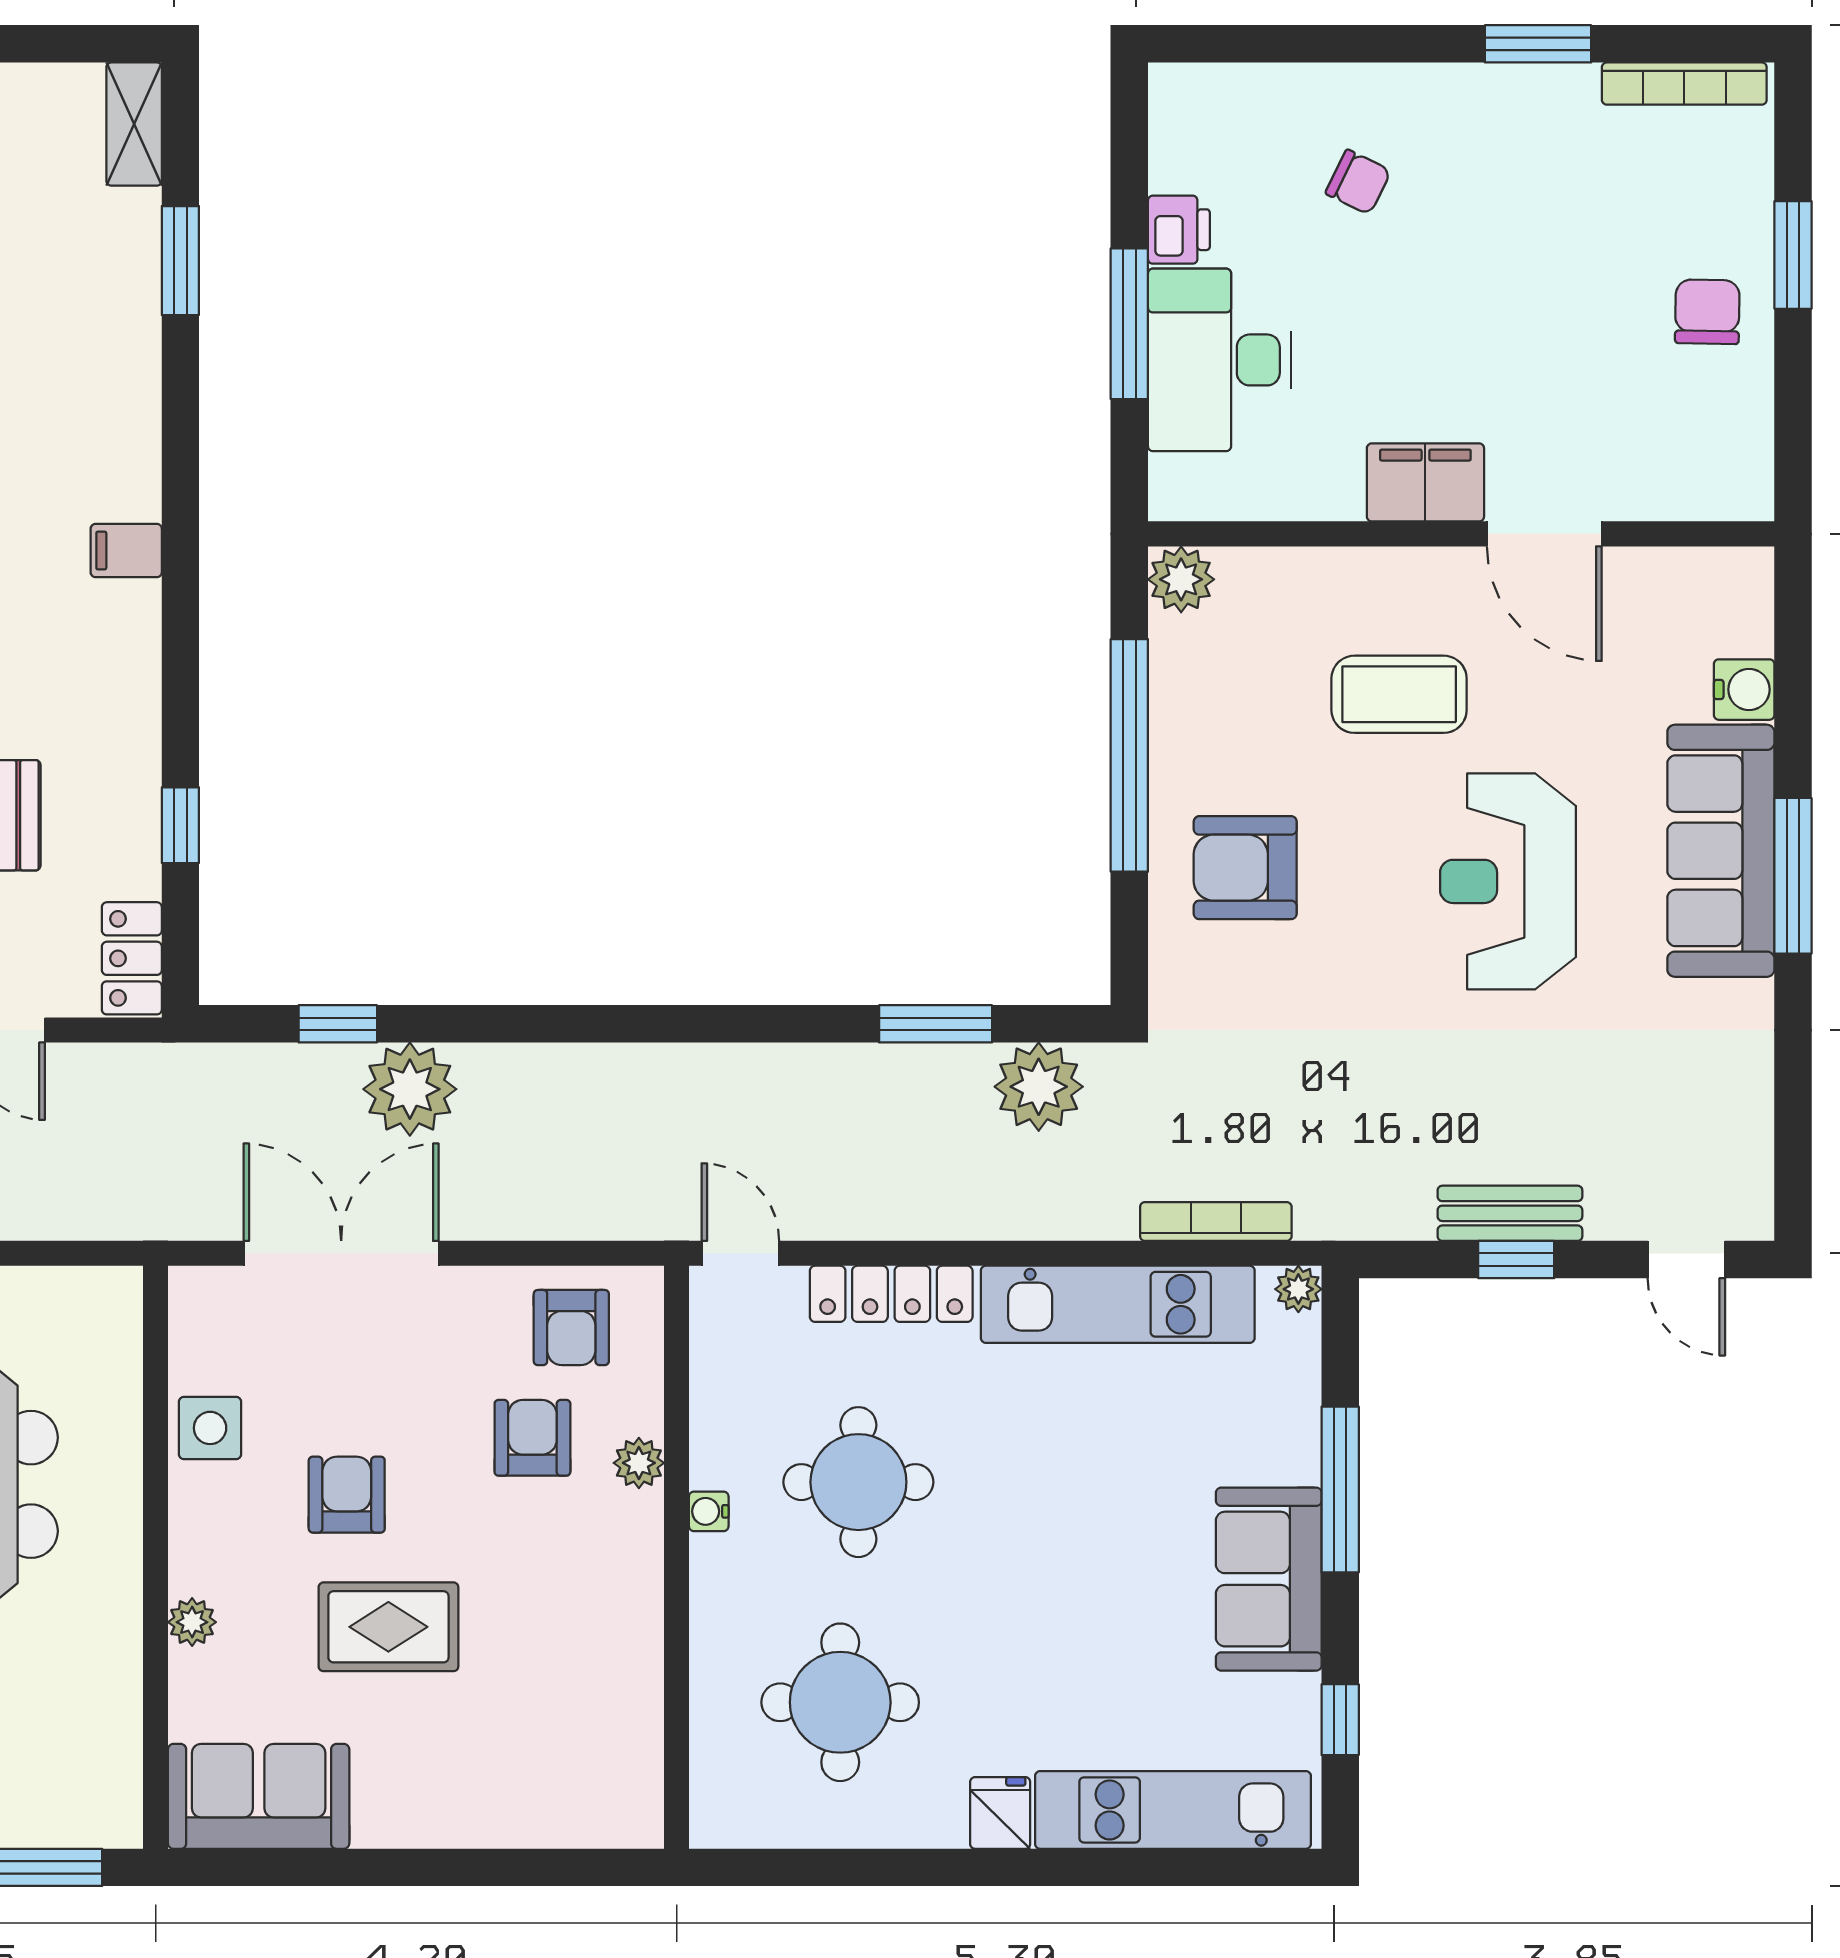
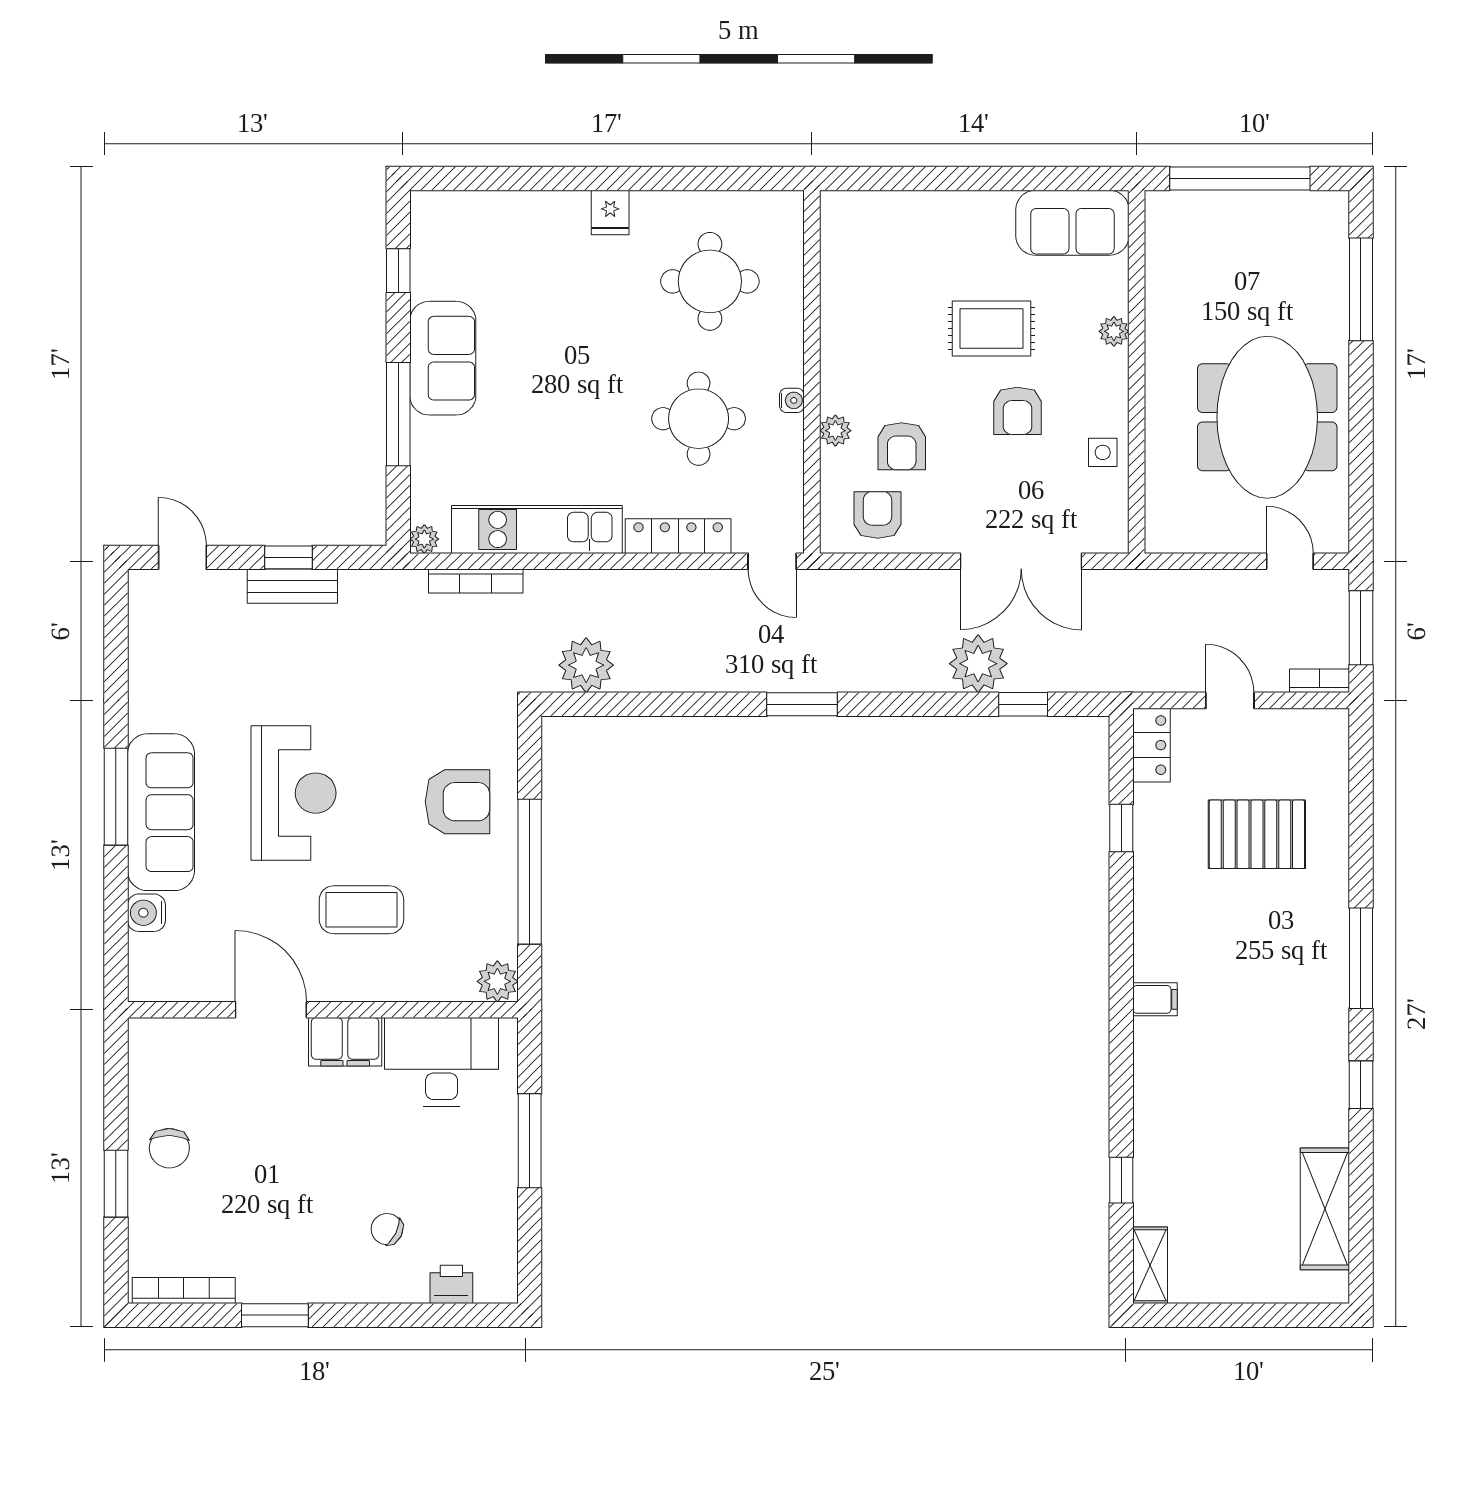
printer: (1179, 230) -> (451, 1284), moved, turned 90
window: (180, 261) -> (1121, 1180), width x0.67
desk: (1220, 360) -> (442, 1062), moved, turned -90
window: (936, 1024) -> (802, 704), moved
side table: (210, 1428) -> (1103, 452), width x0.73, depth x0.73
kitchen unit: (1173, 1810) -> (502, 214), removed

